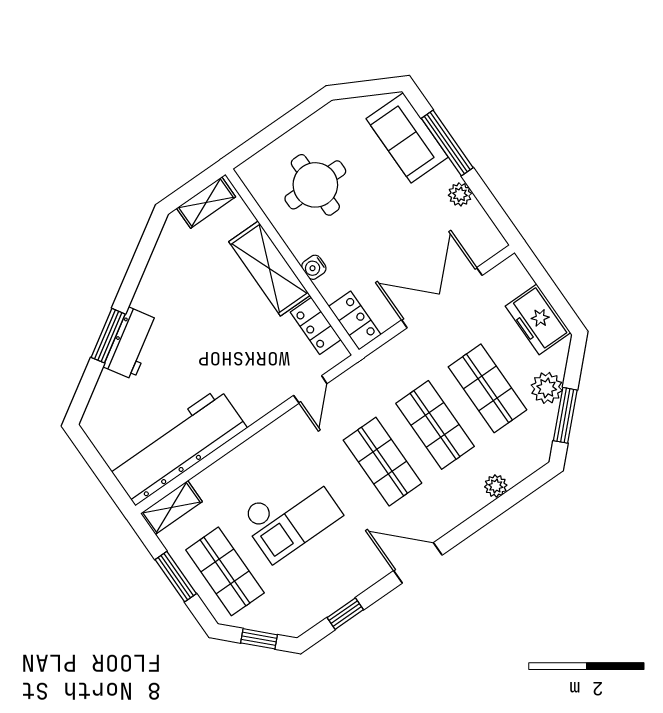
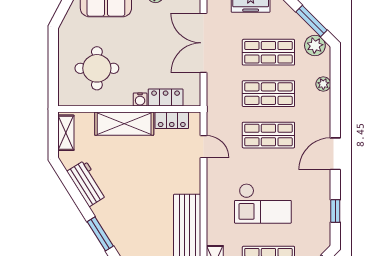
locker: (355, 321) -> (166, 98), moved
workbench: (131, 343) -> (87, 183), moved
plant: (547, 388) -> (315, 45), moved
checkout: (291, 515) -> (263, 203), turned 90

